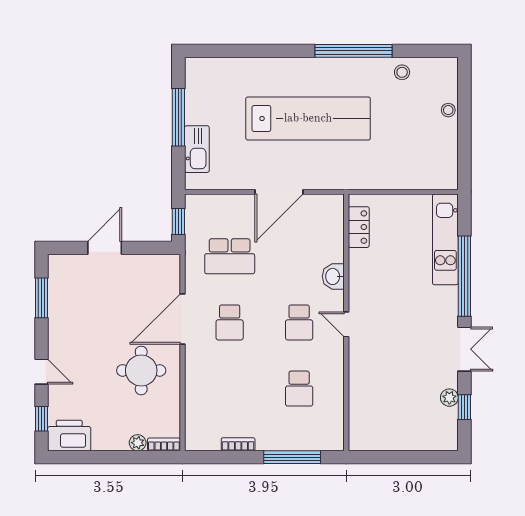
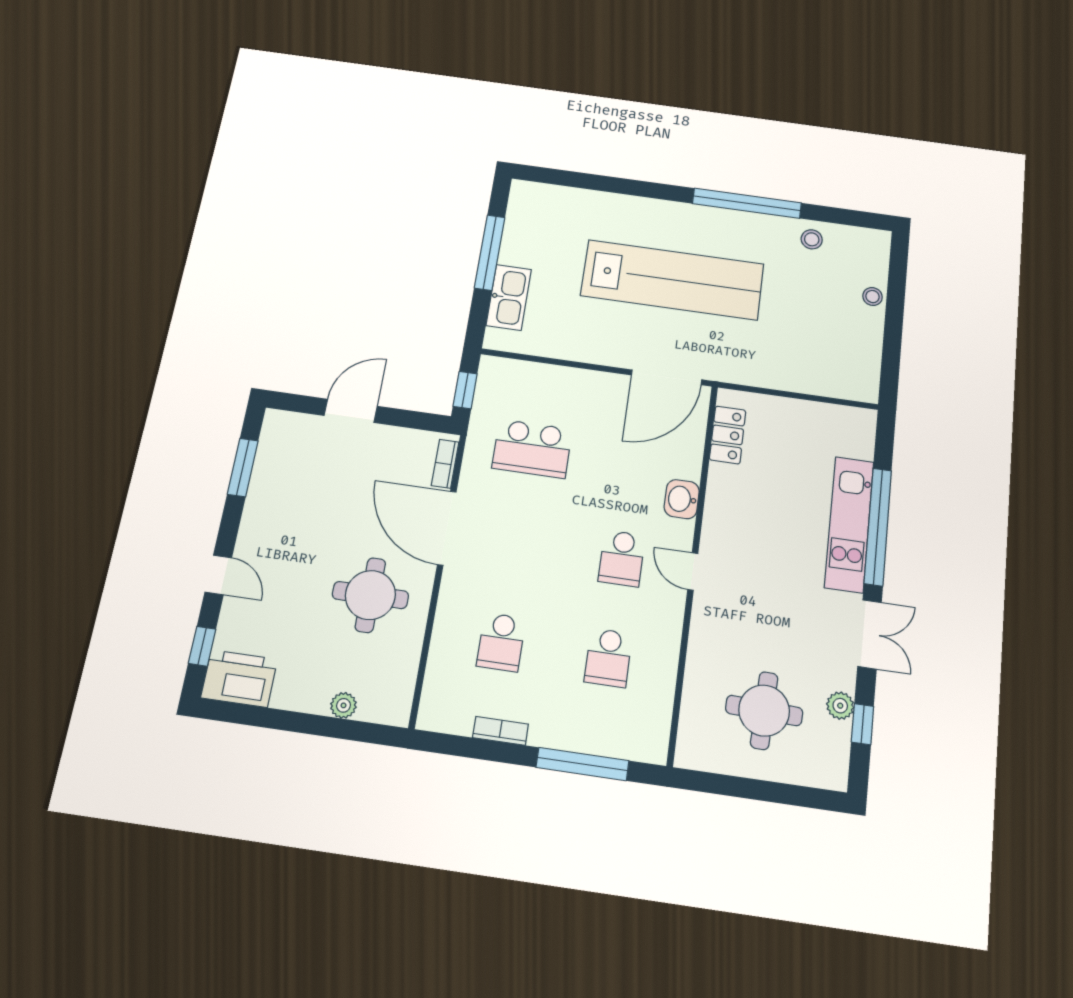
door: (279, 192) -> (667, 377), moved
kitchen unit: (445, 239) -> (849, 524), moved
door: (182, 319) -> (447, 528), hinge flipped
school desk: (230, 322) -> (501, 642), moved
round table: (402, 408) -> (764, 711), added
bookcase: (164, 444) -> (445, 464), moved, turned -90

